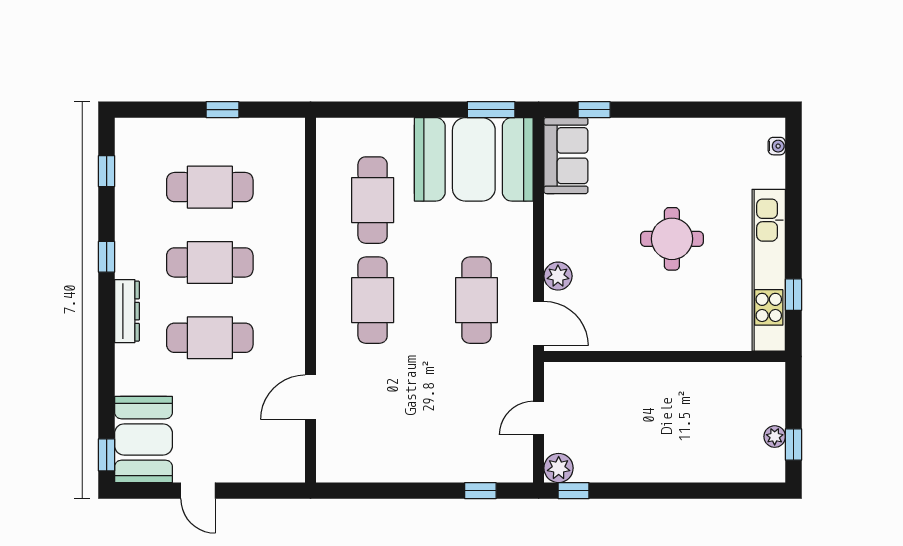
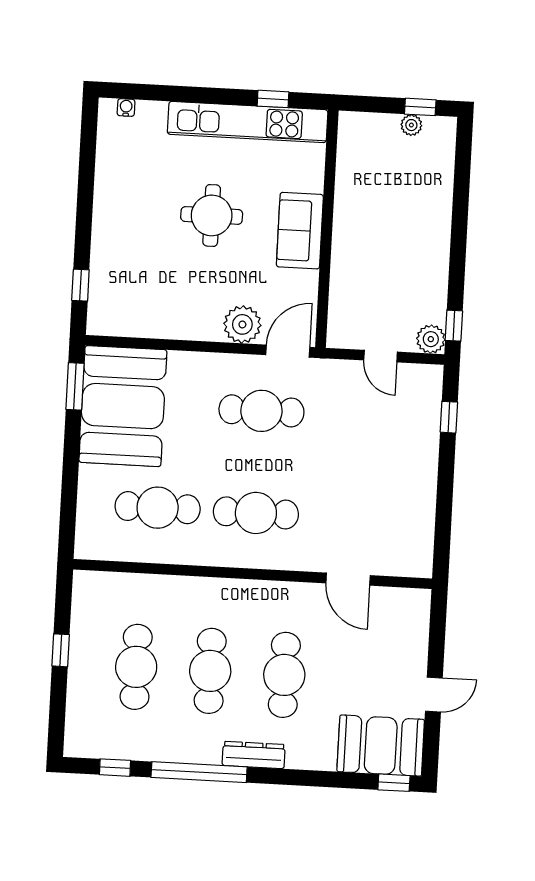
sofa: (566, 156) -> (300, 231), moved, turned -90
window: (107, 257) -> (199, 772), width x3.17
plant: (558, 276) -> (242, 324), width x1.36, depth x1.36

